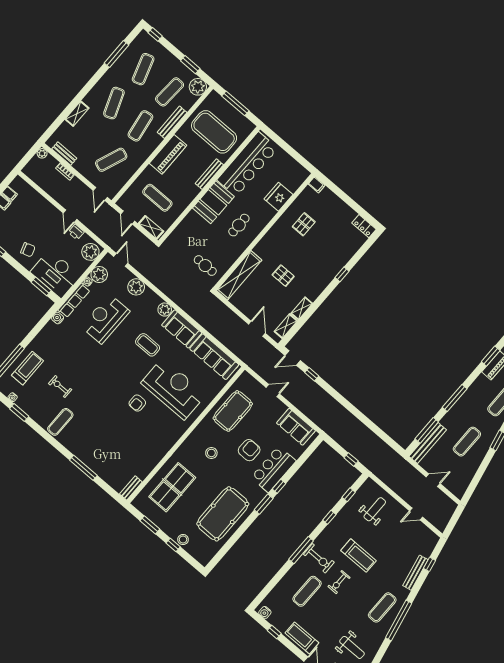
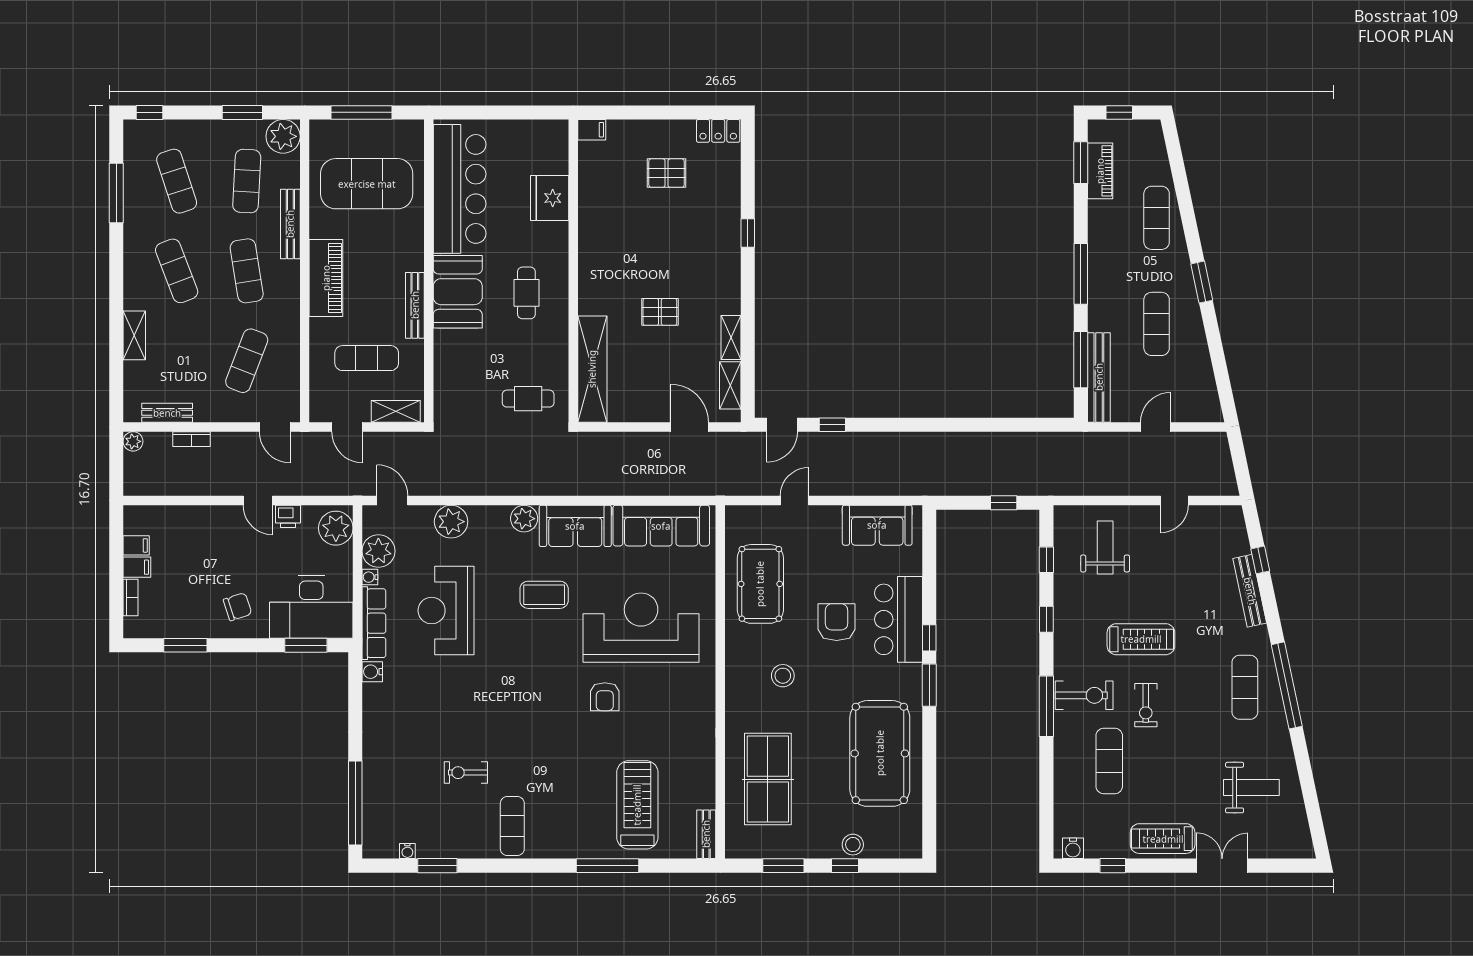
bench: (209, 174) -> (415, 305), moved
pallet: (304, 224) -> (667, 173), moved, turned 90
treadmill: (28, 368) -> (637, 805), moved, width x1.37, depth x1.38

